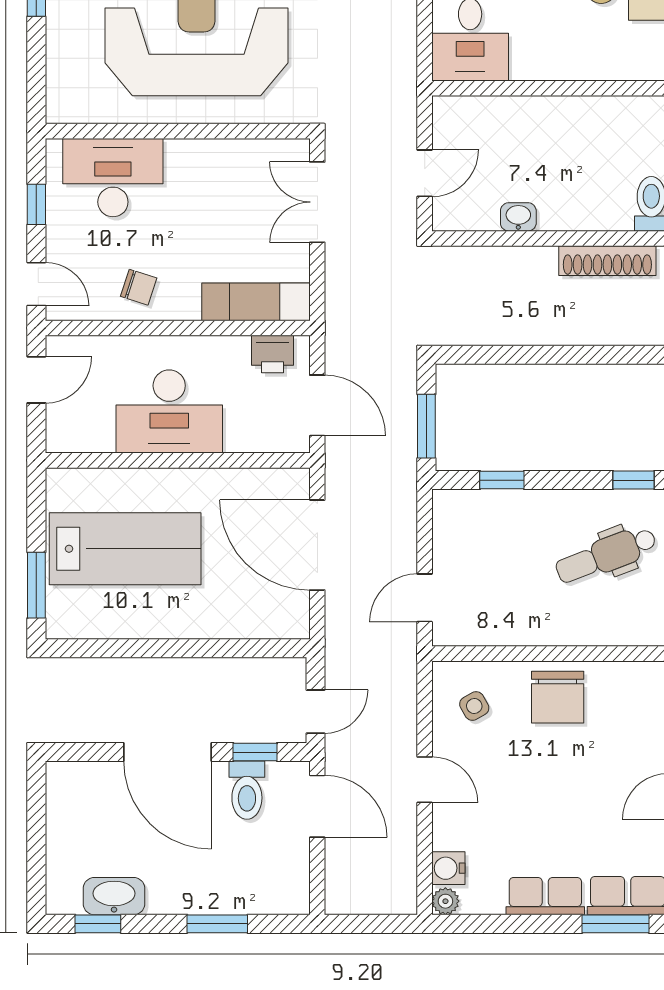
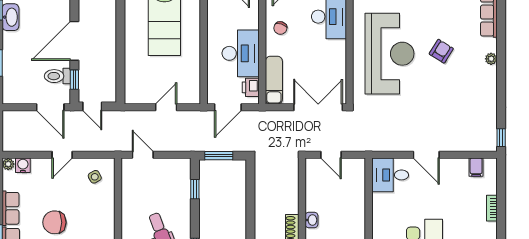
double door: (317, 202) -> (318, 107), width x1.37
washbasin: (518, 217) -> (312, 220), moved
desk: (169, 411) -> (241, 53), moved, turned 180
door: (317, 545) -> (166, 107), width x0.53
chair: (558, 697) -> (54, 222), moved
door: (317, 806) -> (50, 107), hinge flipped

